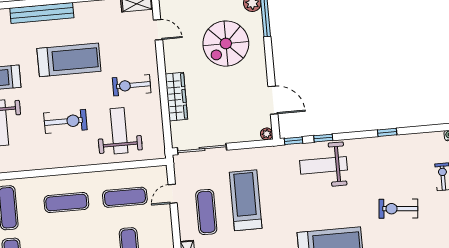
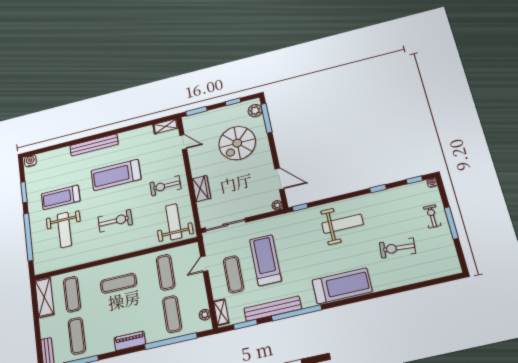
treadmill: (69, 60) -> (116, 175), turned 180
wardrobe: (176, 97) -> (201, 188), width x0.67
weight bench: (119, 131) -> (174, 222), moved
window: (323, 138) -> (414, 180), moved
weight bench: (324, 165) -> (343, 224), moved, turned 180
exercise mat: (125, 197) -> (166, 272), turned 90

